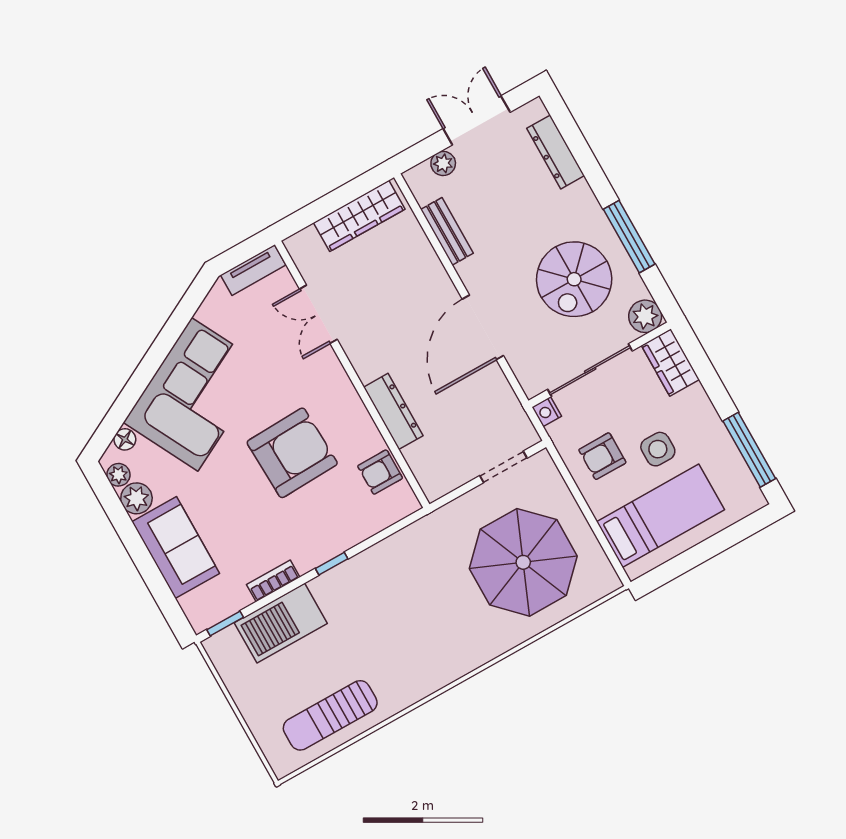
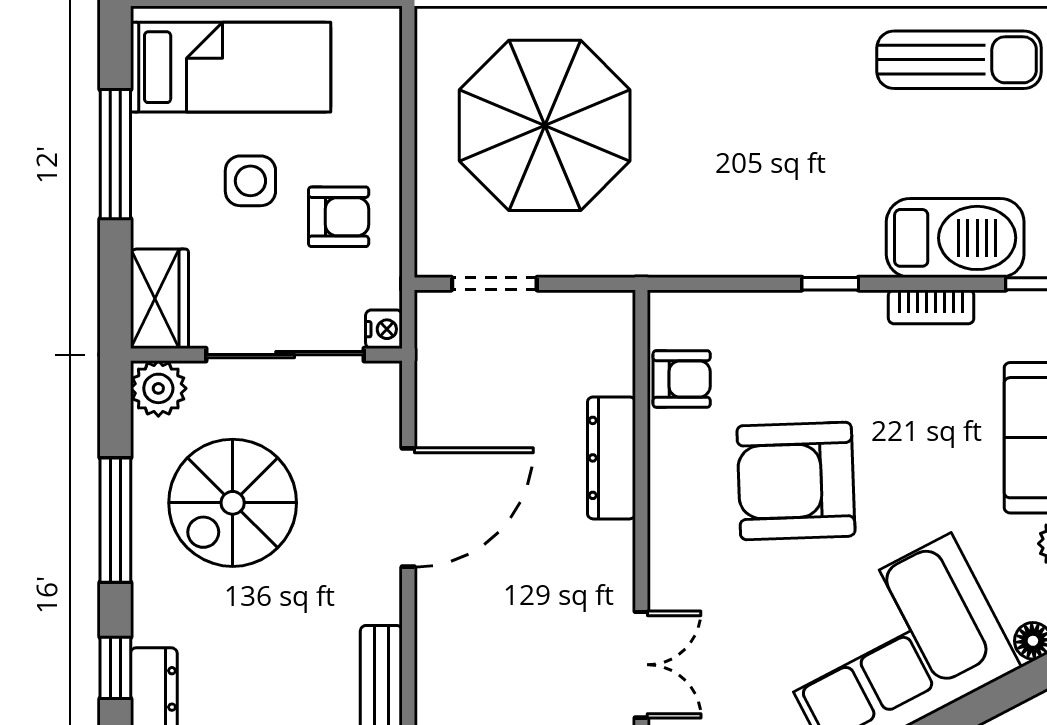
window: (587, 161) -> (115, 668), added
spiral stairs: (574, 279) -> (233, 503), turned 180
window: (749, 450) -> (115, 154), moved
bed: (660, 516) -> (231, 67), moved, turned 180

